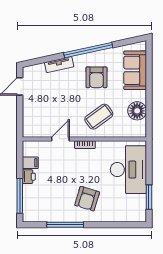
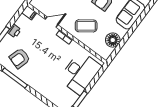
filing cabinet: (30, 163) -> (29, 13), moved
armchair: (87, 199) -> (20, 58), moved

